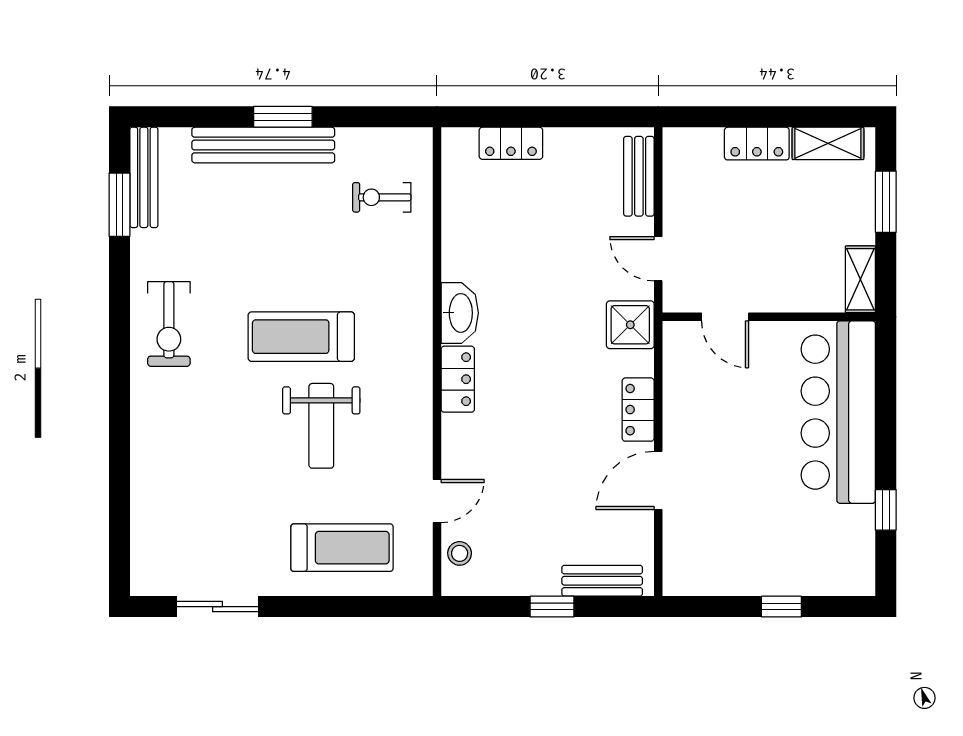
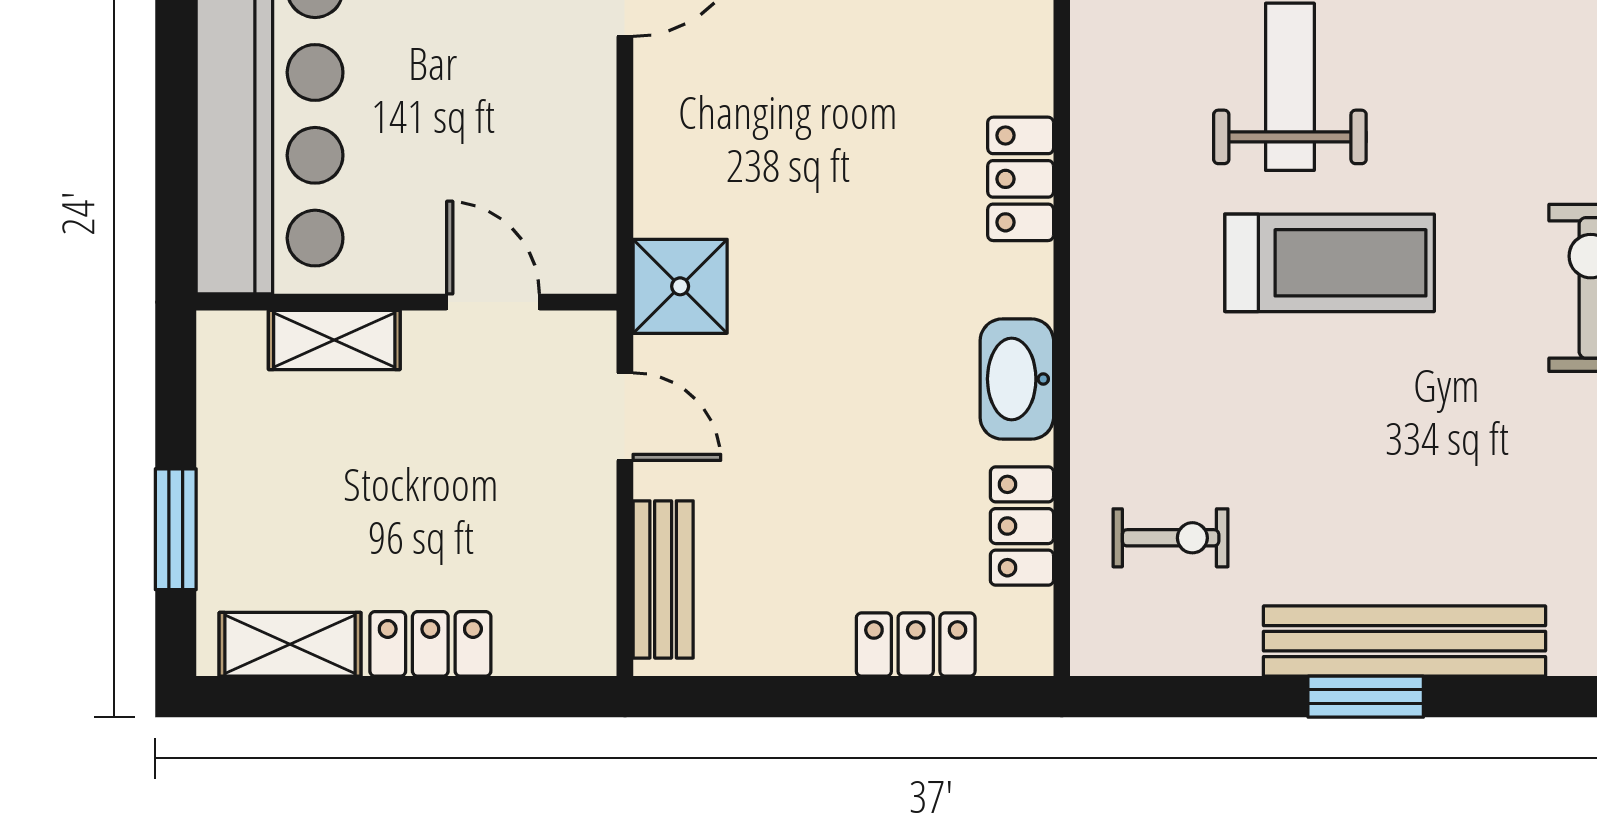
shelving: (860, 279) -> (334, 340), moved, turned 90
washbasin: (460, 313) -> (1017, 379), moved
locker: (638, 410) -> (1022, 526), moved, turned 180

